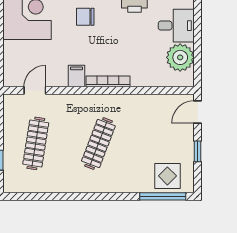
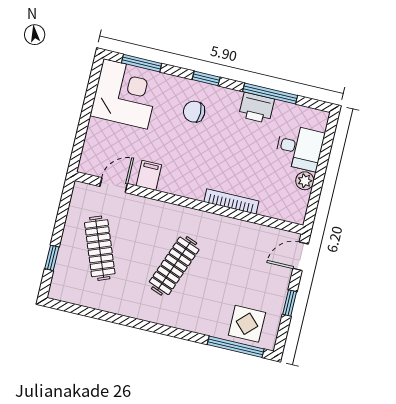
plant: (180, 57) -> (305, 181), width x0.53, depth x0.53
filing cabinet: (76, 76) -> (149, 175), moved
bookcase: (108, 81) -> (231, 202), moved
clothes rail: (36, 143) -> (100, 248), turned -30

